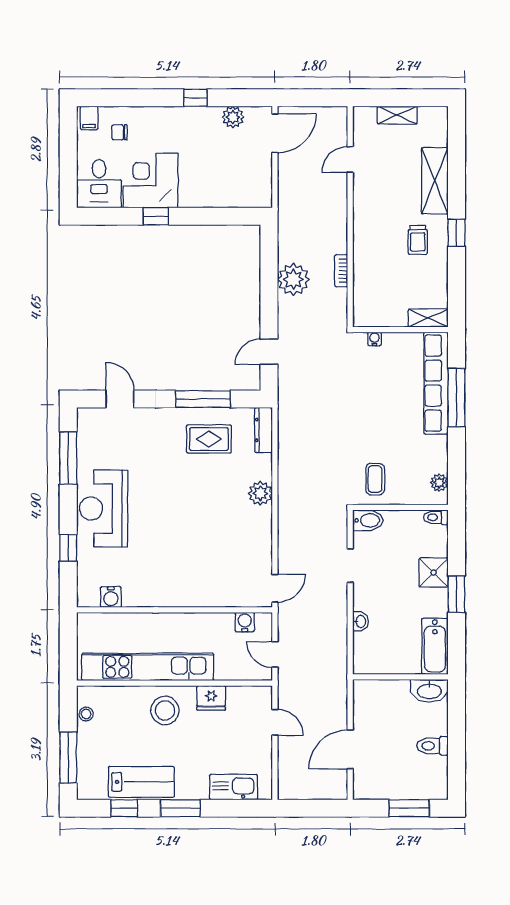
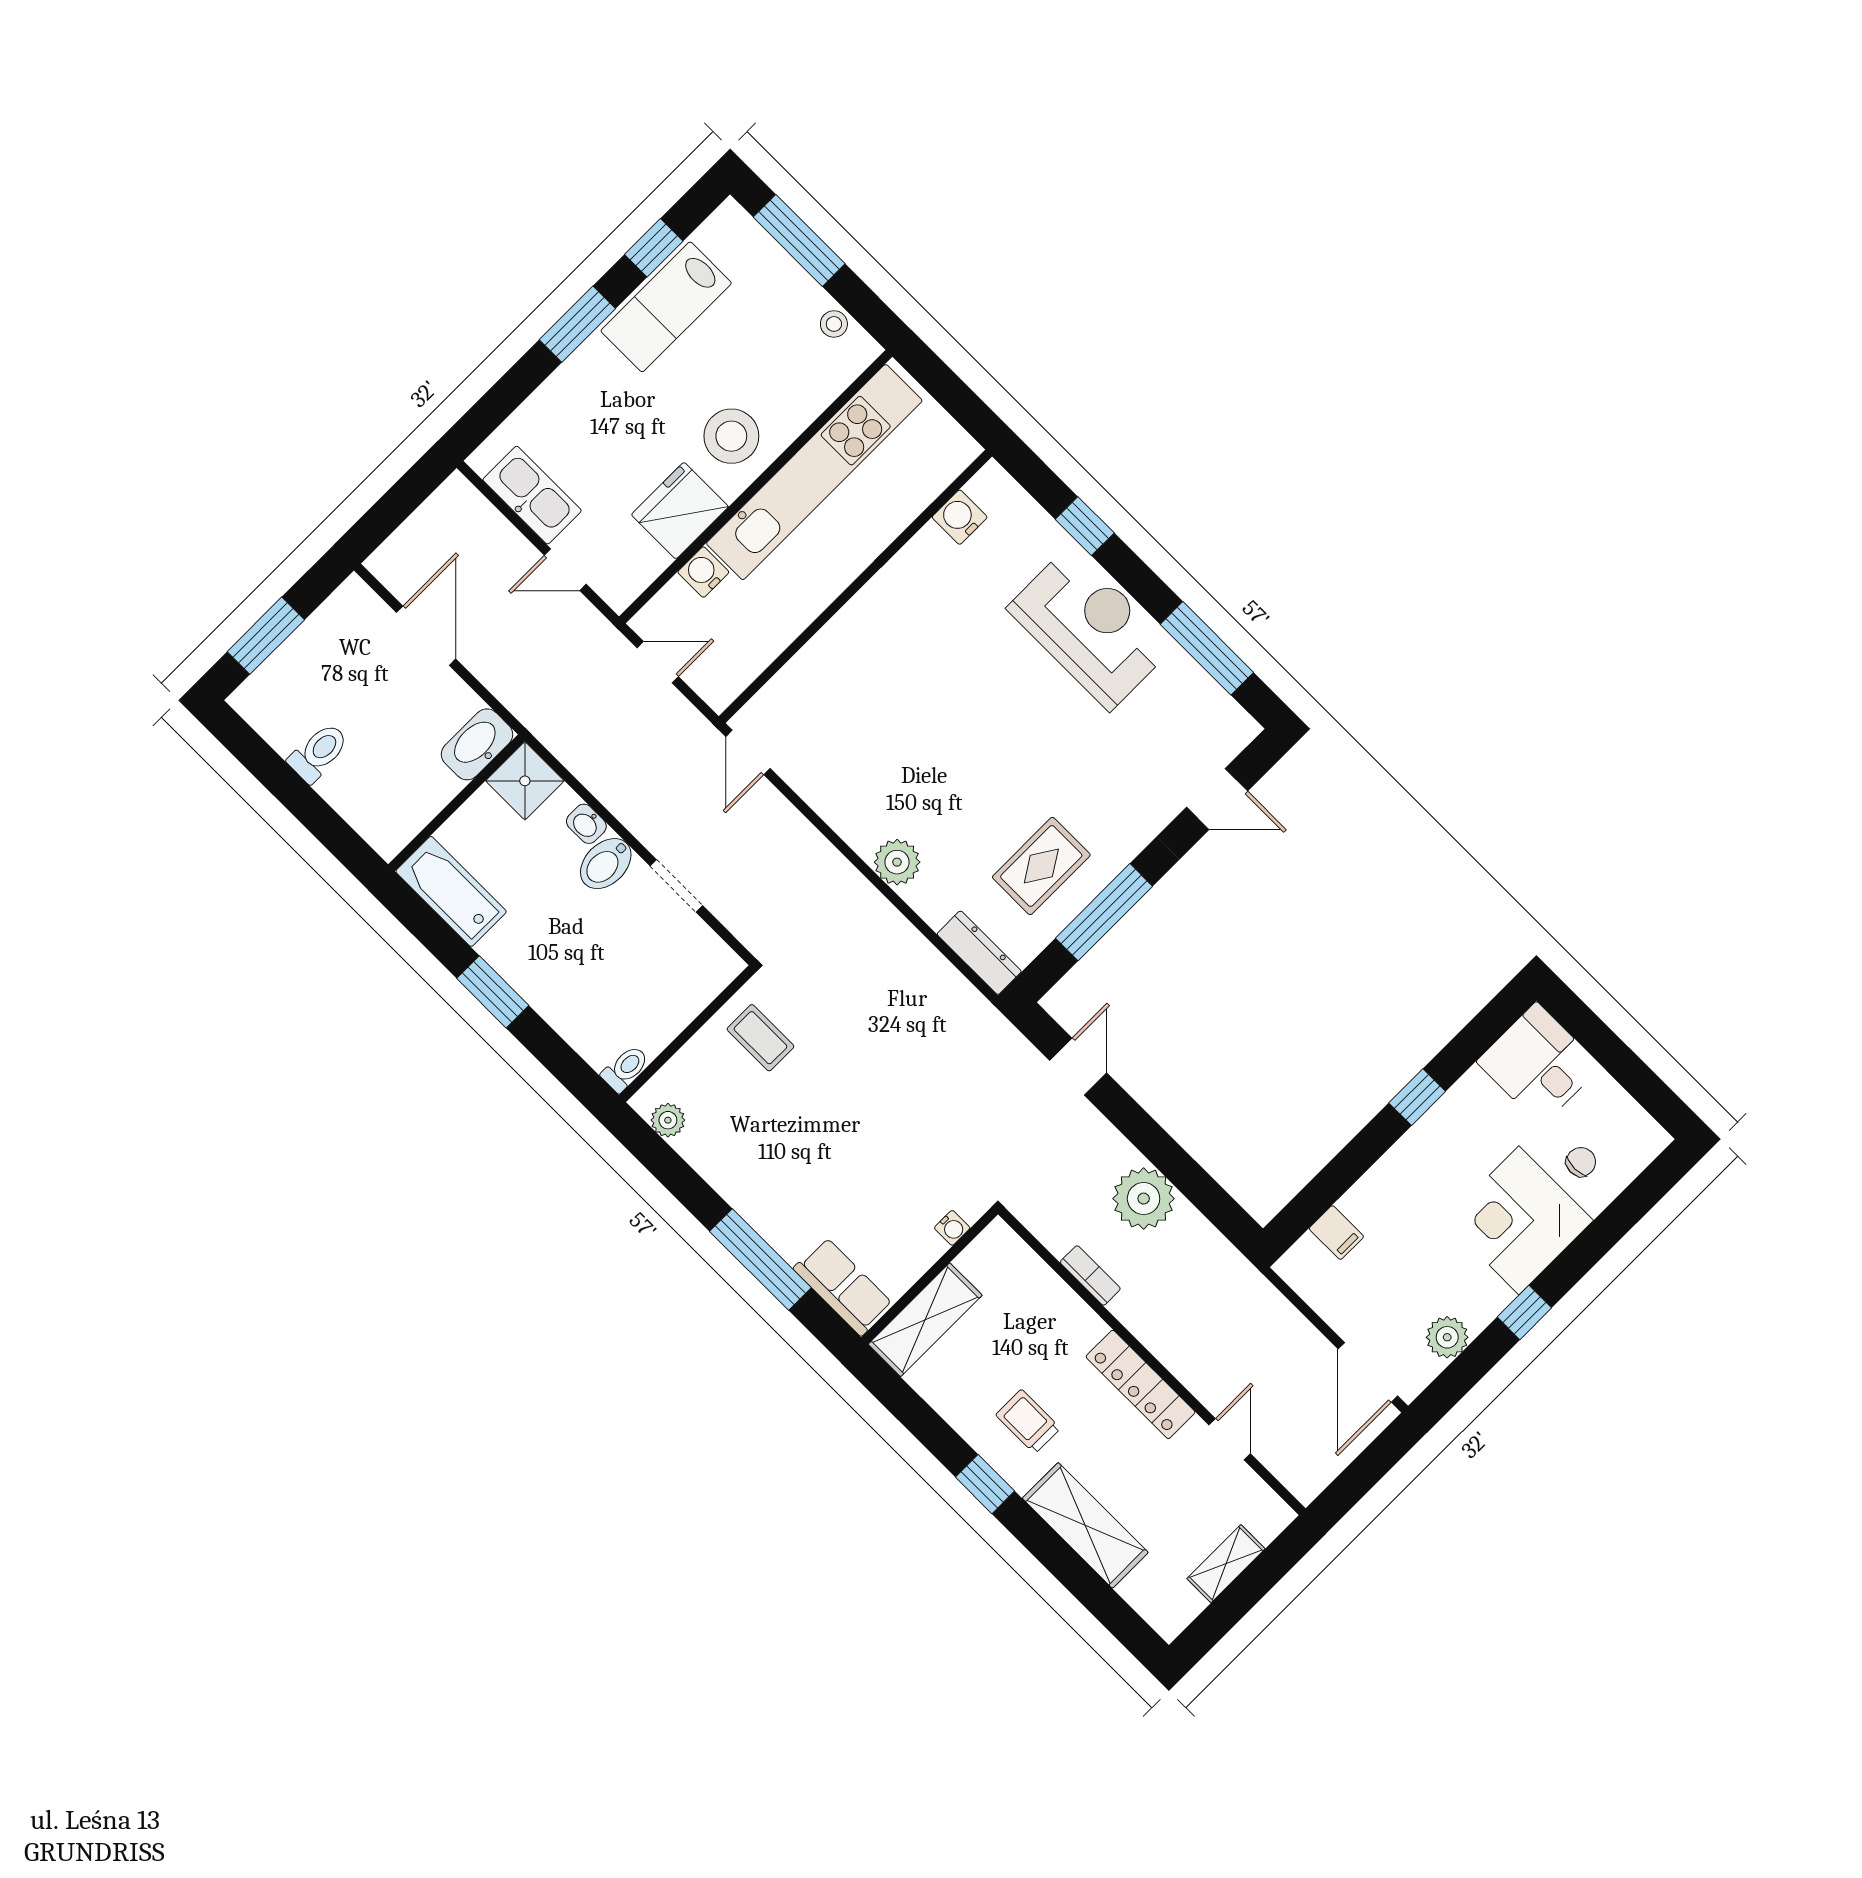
filing cabinet: (89, 118) -> (1336, 1233), moved, turned 180
corner desk: (150, 180) -> (1519, 1220), moved, turned 180
locker: (363, 212) -> (1141, 1384), added
shelving: (428, 318) -> (925, 1320), width x1.50, depth x1.33
row of seats: (436, 383) -> (843, 1286), width x0.50
bidet: (368, 520) -> (606, 864), moved
shower: (434, 573) -> (525, 781), moved
water cooler: (245, 622) -> (703, 572), moved, turned 180
washbasin: (429, 691) -> (477, 744), moved
fridge: (211, 698) -> (680, 511), width x1.36, depth x1.34
kitchen sink: (234, 787) -> (532, 495), moved, turned -90

